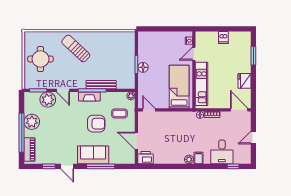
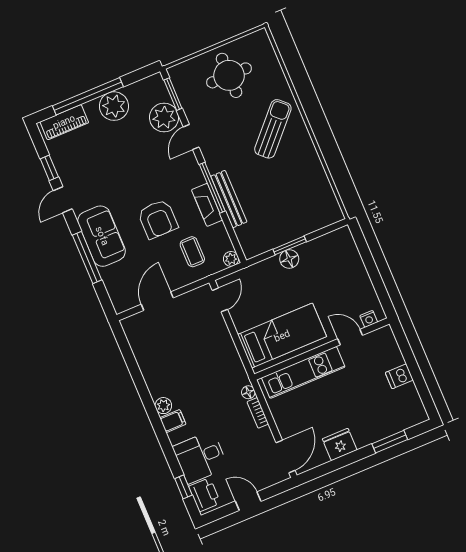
fireplace: (89, 96) -> (207, 205), moved
printer: (146, 158) -> (205, 495), moved

